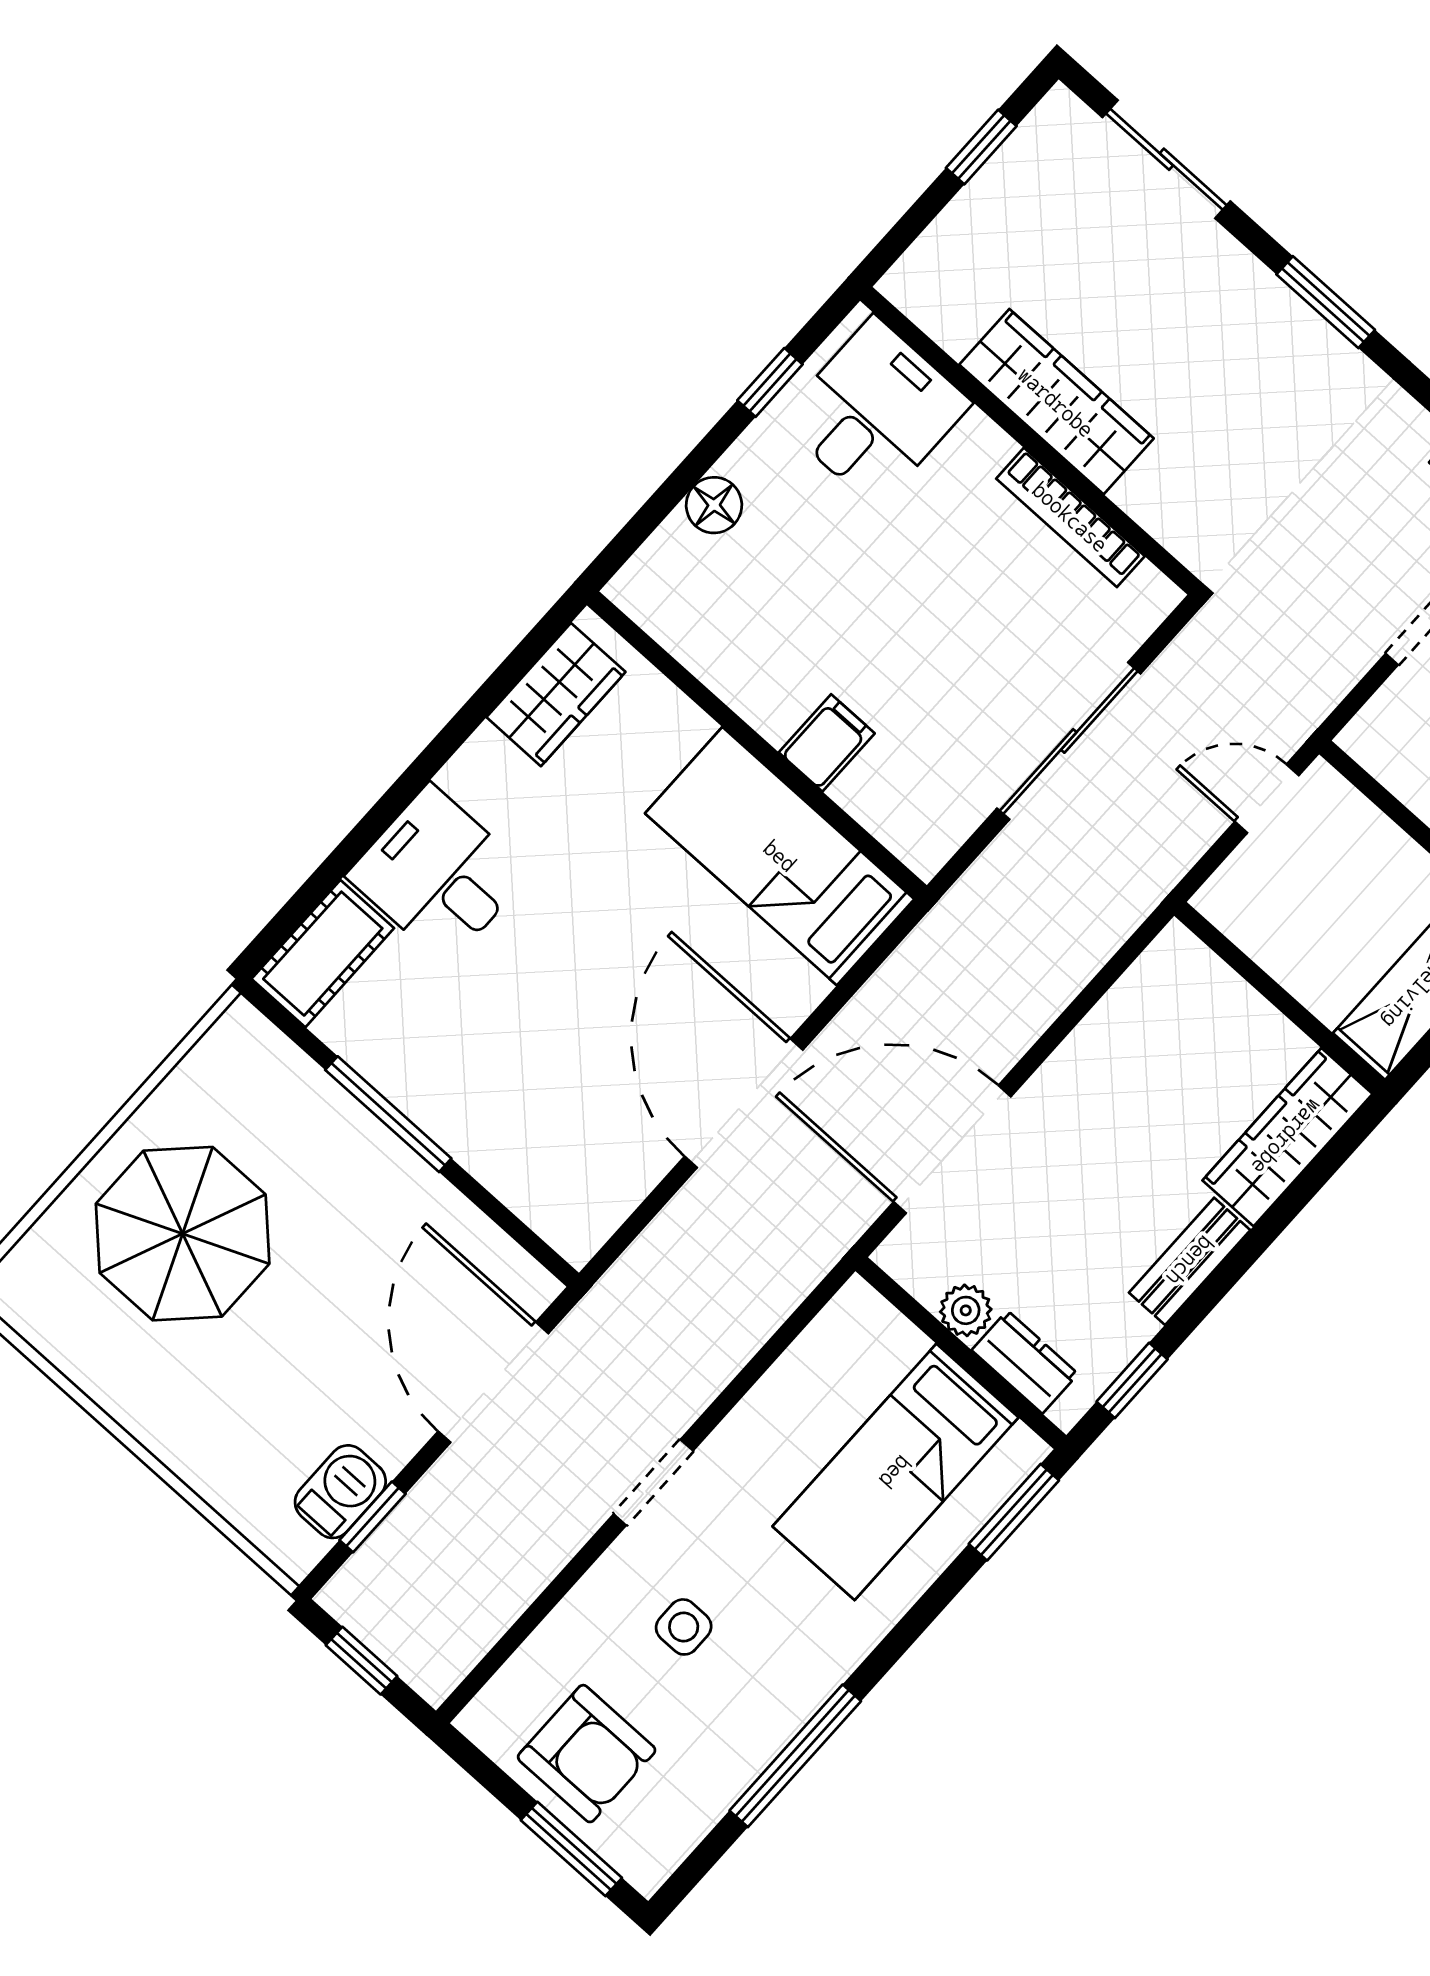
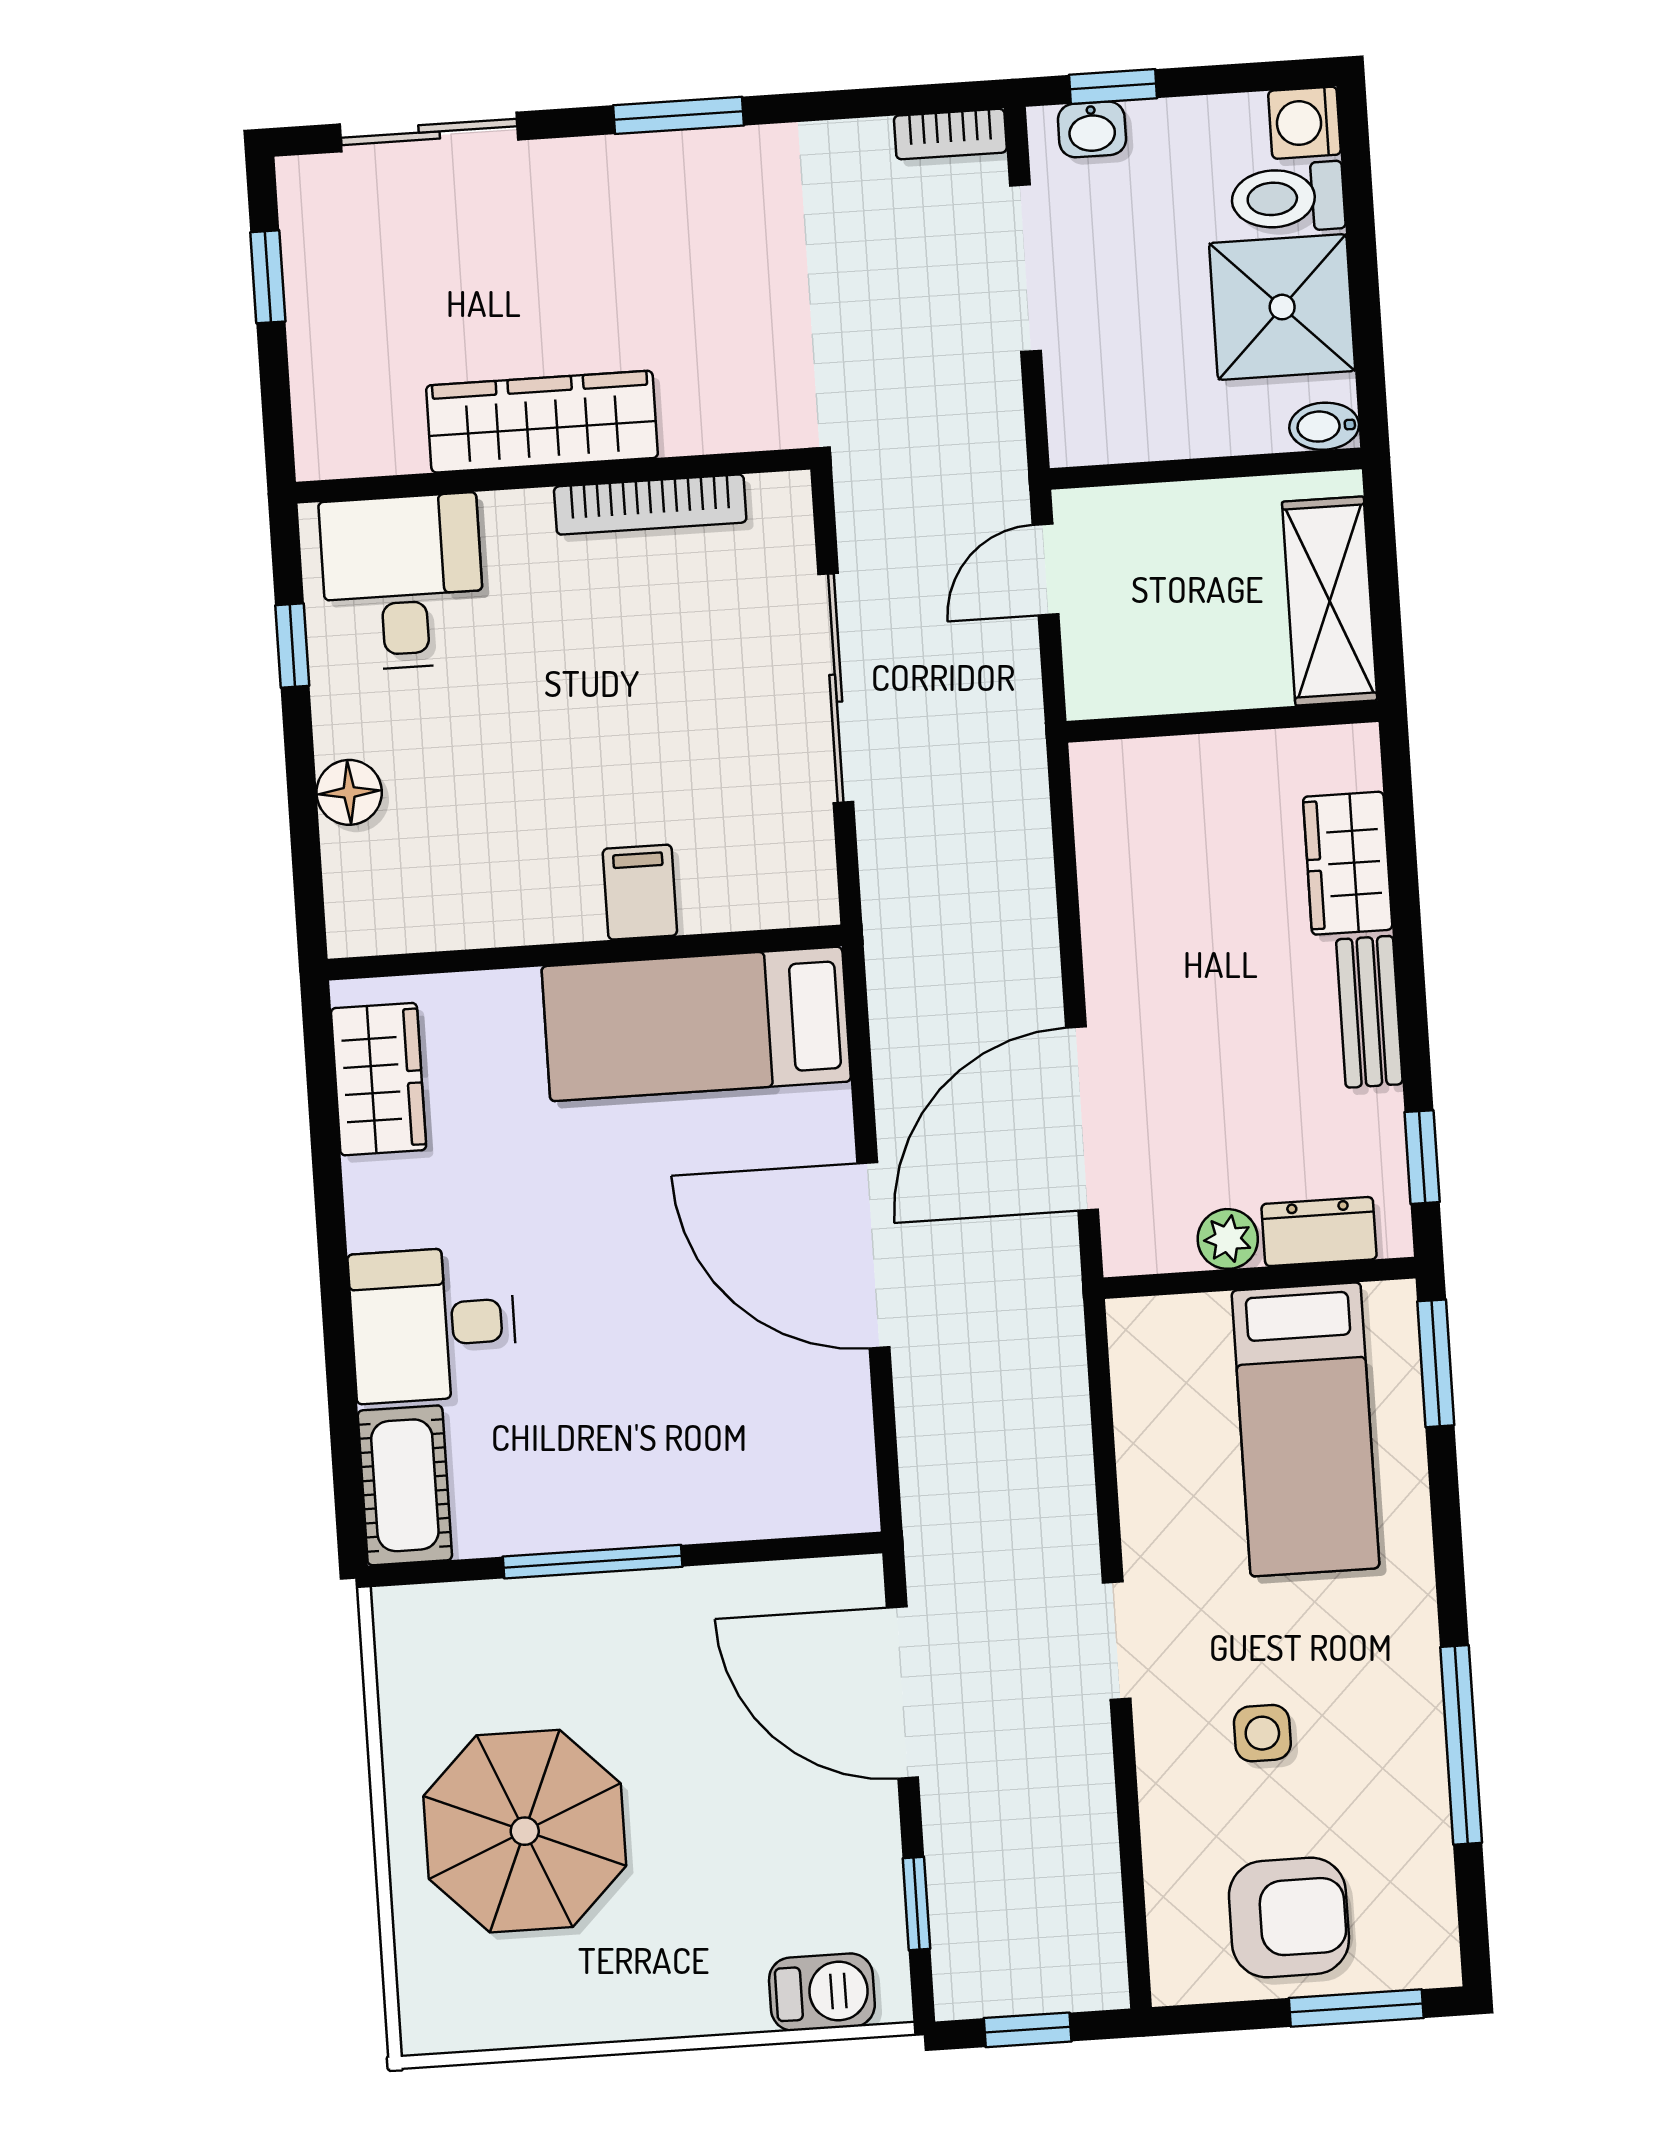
wardrobe: (1287, 1137) -> (1348, 863), width x0.67
barbecue: (340, 1492) -> (822, 1992), moved, turned 90

